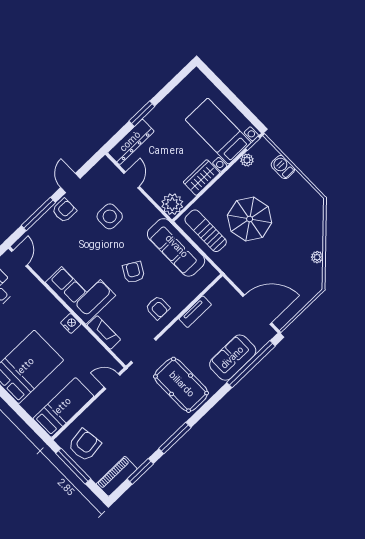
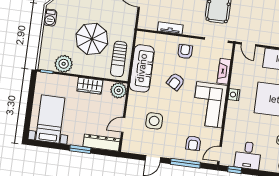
bed with nightstands: (218, 131) -> (50, 119), moved, turned 180
plant: (247, 160) -> (64, 64), width x1.88, depth x1.88
barbecue: (283, 167) -> (50, 18), moved
armchair: (64, 210) -> (193, 143), moved, turned -90

